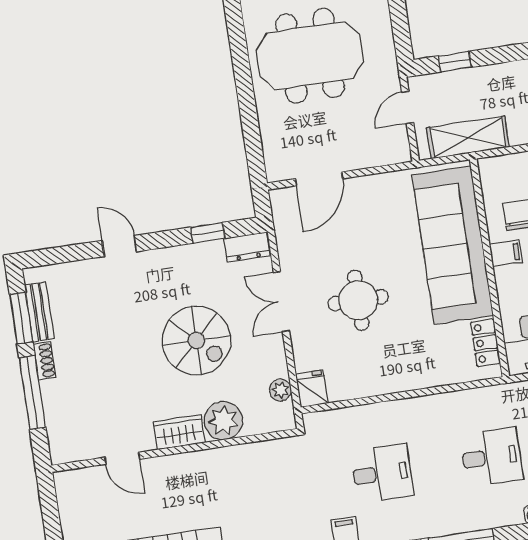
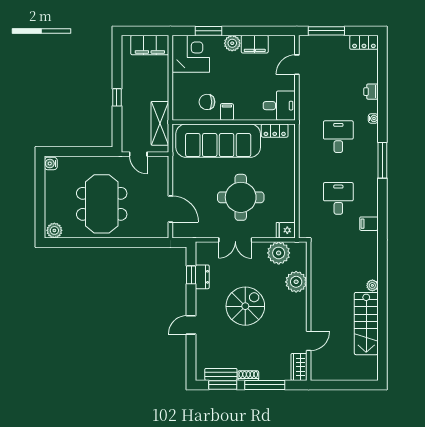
window: (455, 62) -> (117, 97), moved
dresser: (247, 247) -> (202, 277), moved
round table: (358, 300) -> (241, 197), width x1.36, depth x1.36
spiral stairs: (196, 340) -> (245, 306), moved
plant: (281, 390) -> (279, 253), width x1.87, depth x1.87
wardrobe: (179, 432) -> (299, 367), moved

